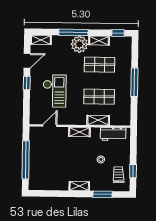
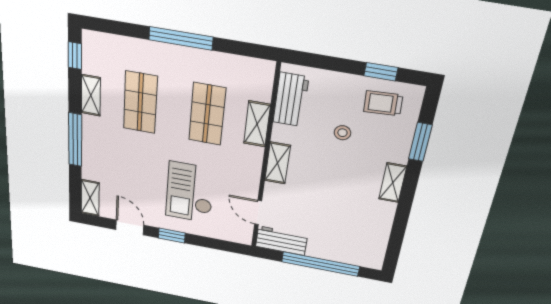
plant: (79, 44) -> (98, 133), removed
checkout: (55, 91) -> (190, 192), turned -90
workbench: (36, 139) -> (281, 241), added

